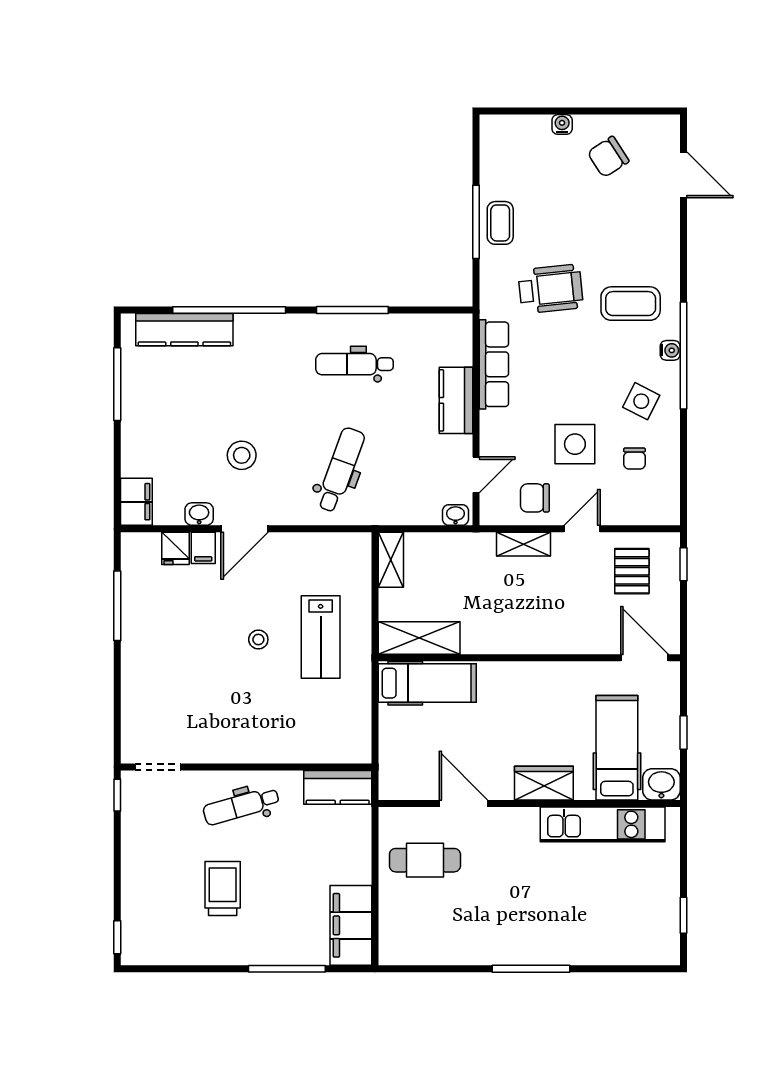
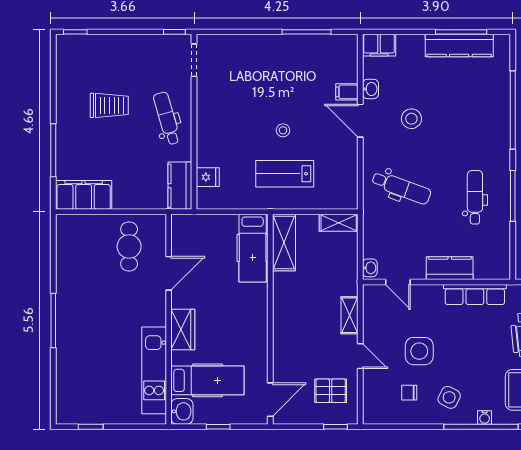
kitchen counter: (184, 330) -> (459, 46), moved, turned -90
chair: (535, 498) -> (382, 323), removed
fridge: (176, 548) -> (208, 177), moved, turned 180

